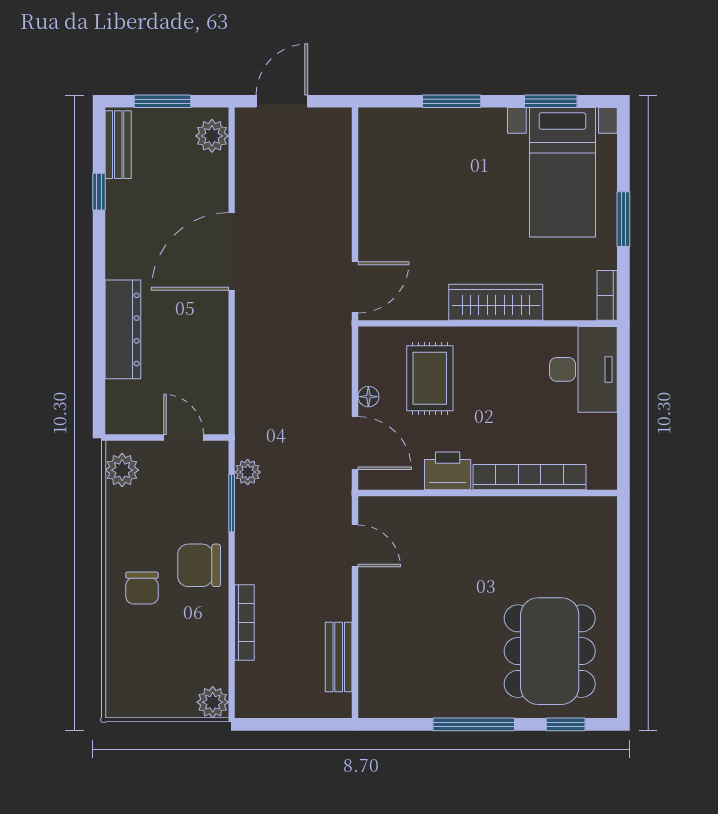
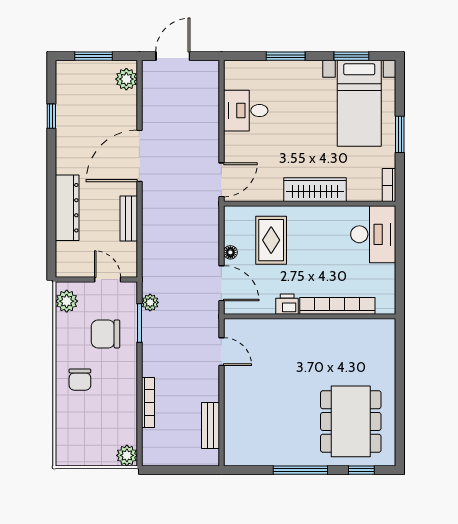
bench: (118, 145) -> (129, 219), moved
desk: (391, 183) -> (246, 111), added
printer: (448, 471) -> (287, 304), width x0.73, depth x0.81
chair: (199, 565) -> (106, 334), moved

